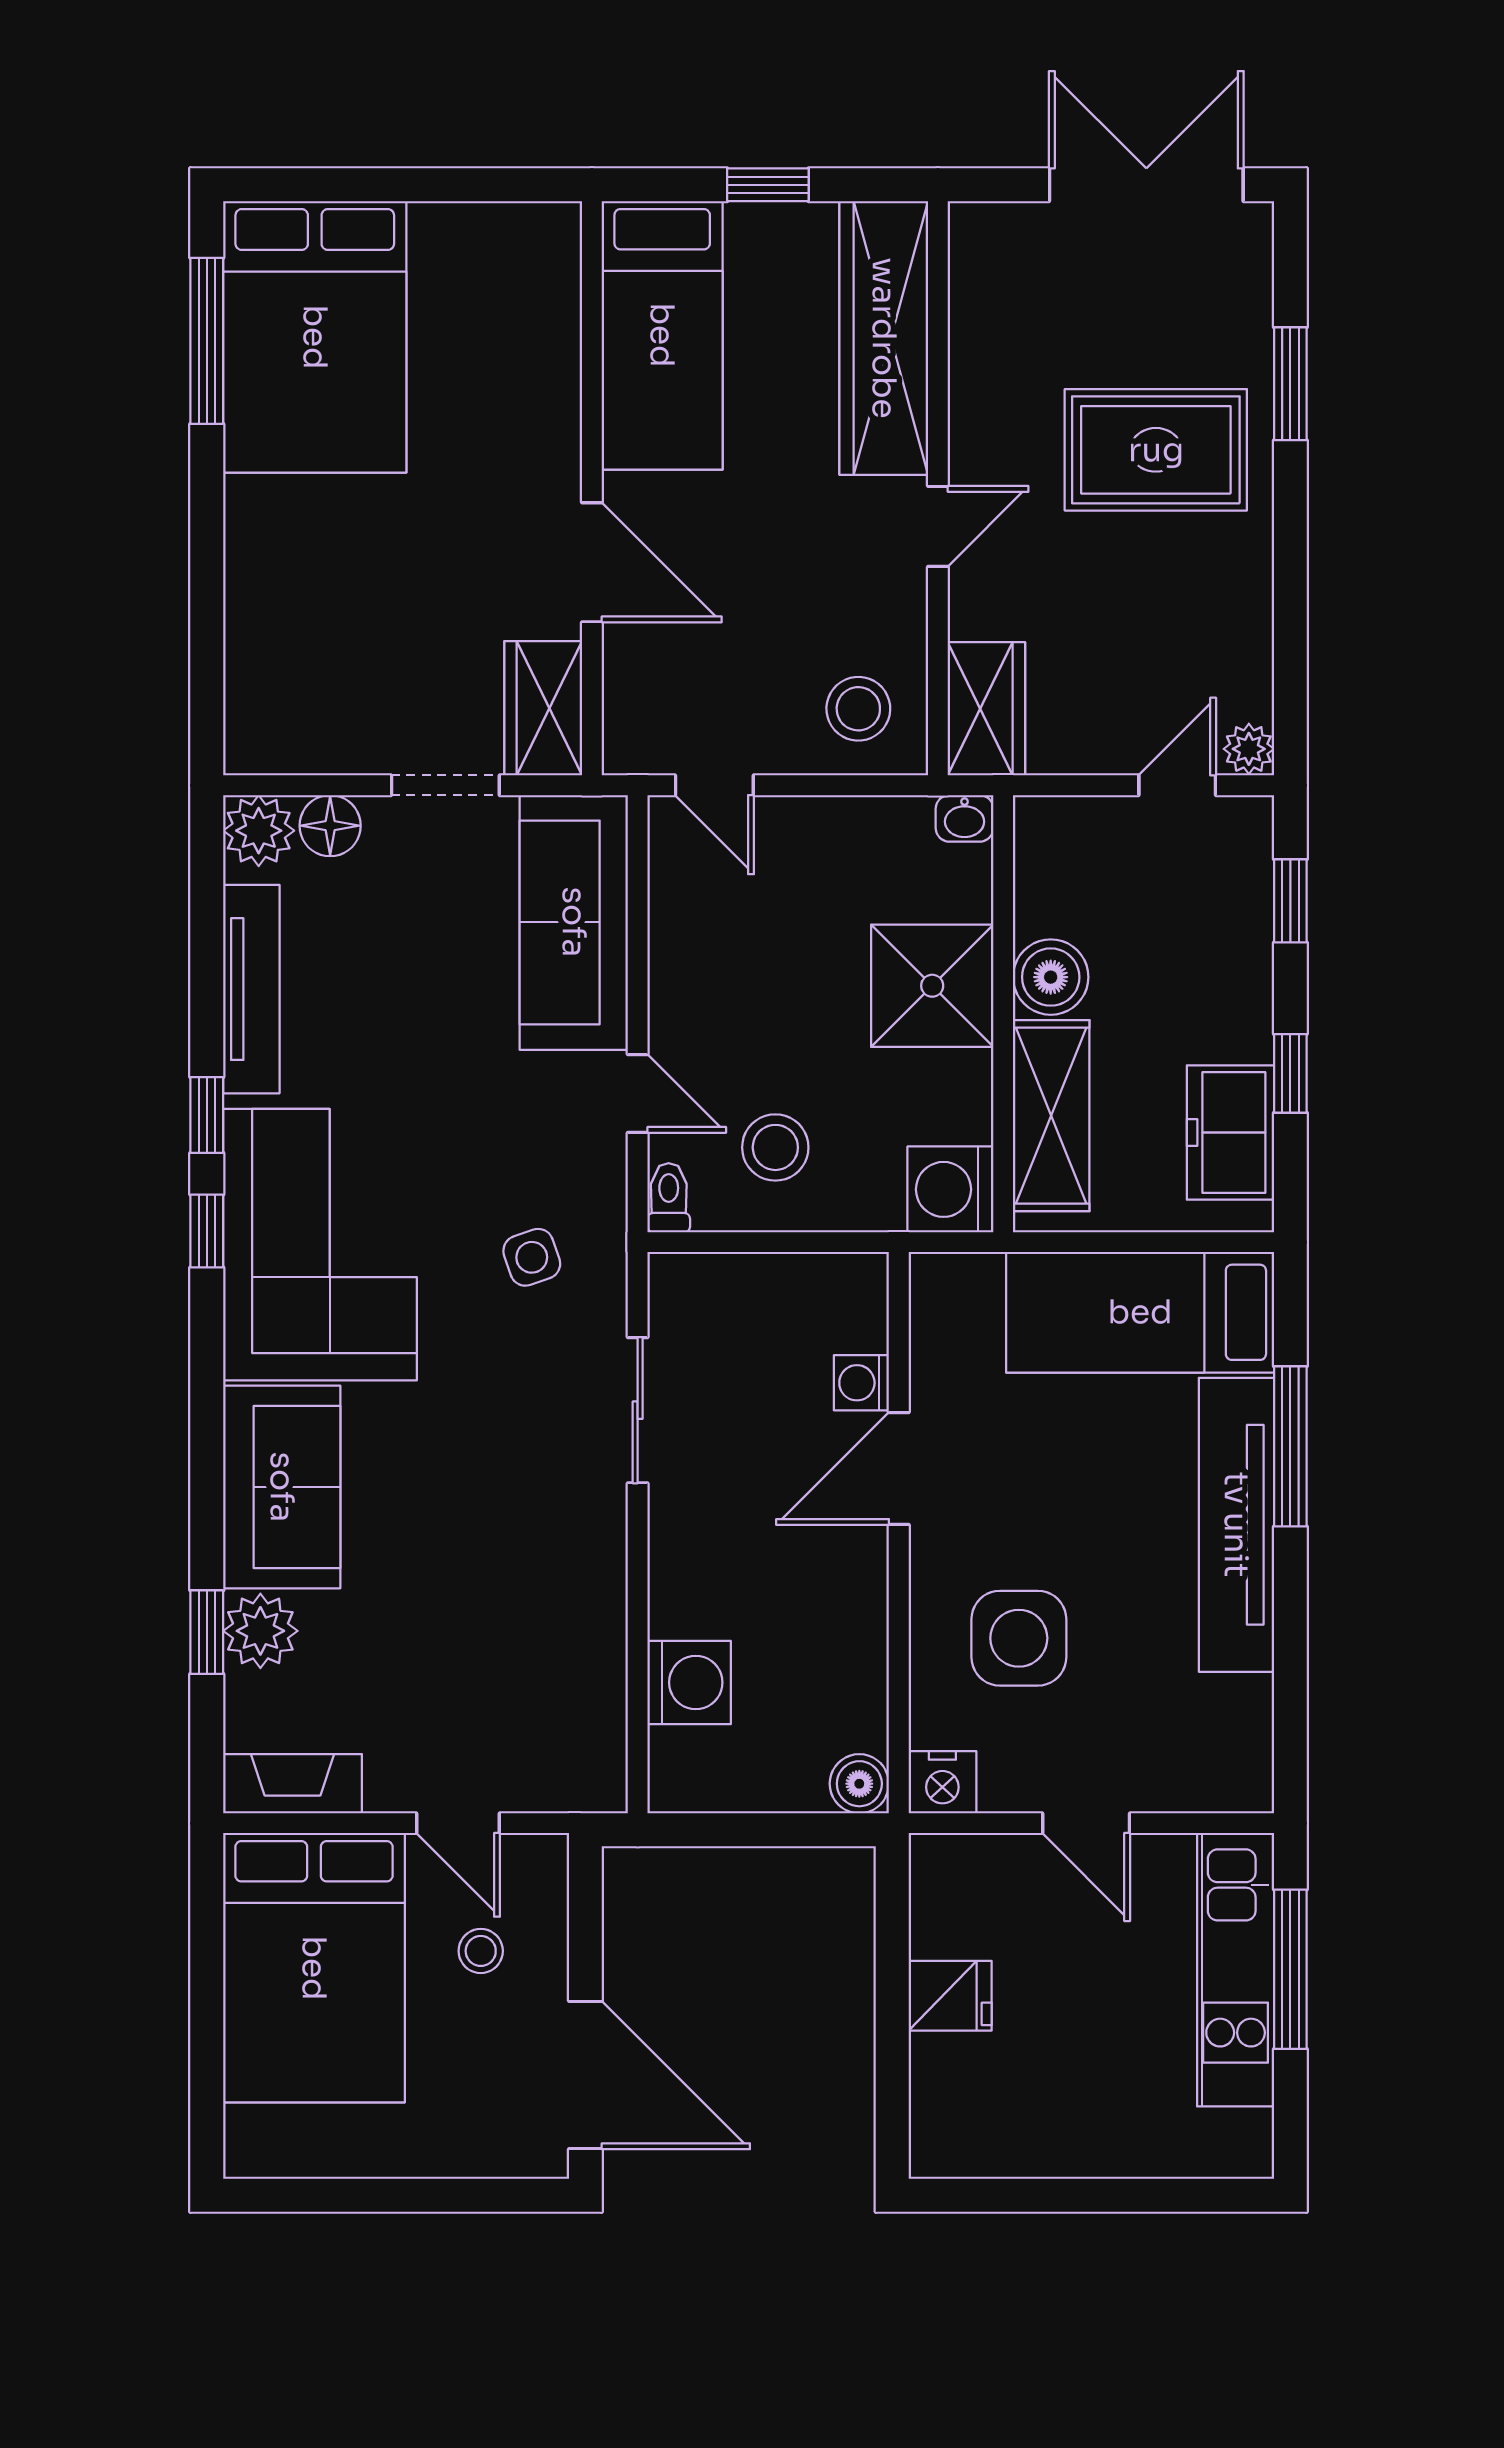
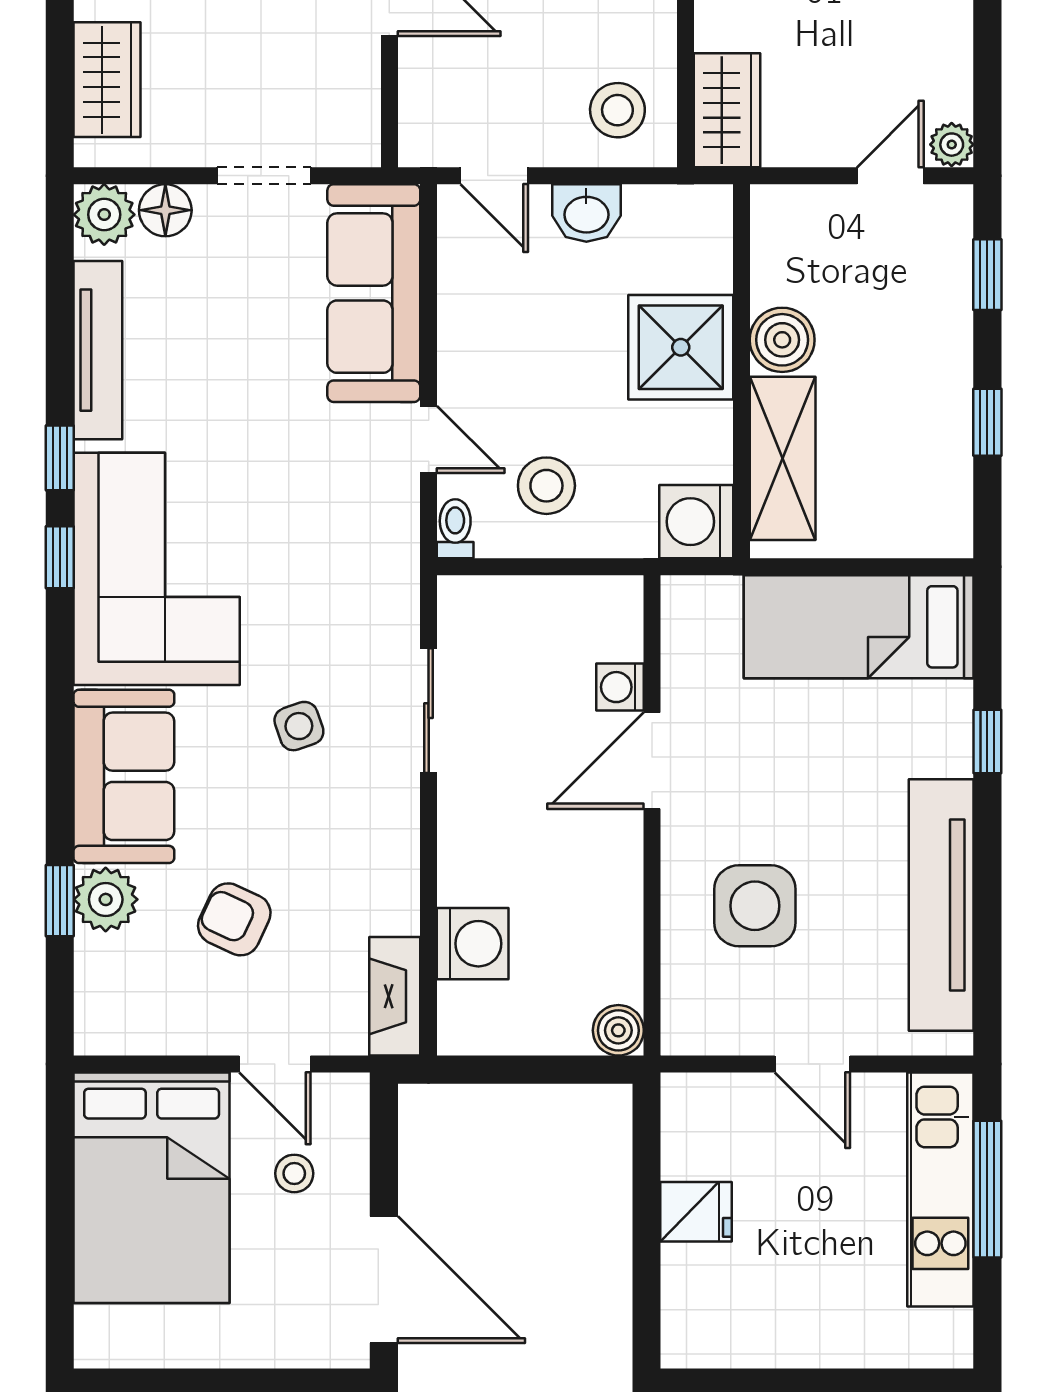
wardrobe: (543, 708) -> (107, 80), moved, turned 180
washbasin: (965, 818) -> (586, 213), moved, width x1.38, depth x1.45
freezer: (1230, 1133) -> (936, 473), removed
side table: (532, 1257) -> (299, 726), moved
window: (1290, 1446) -> (987, 742), width x0.46
tv unit: (1236, 1525) -> (941, 905), moved
armchair: (411, 1654) -> (234, 919), added
nightstand: (942, 1782) -> (689, 1029), removed
fireplace: (293, 1784) -> (395, 996), moved, turned -90

